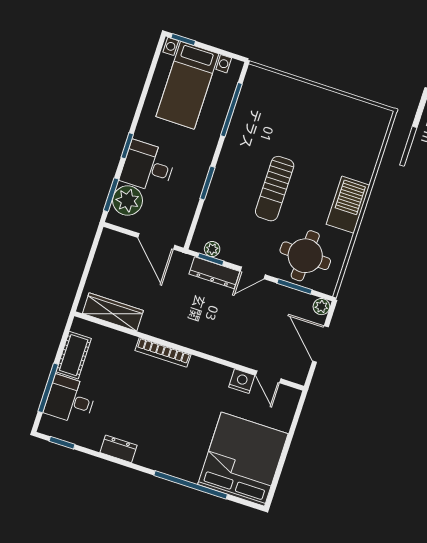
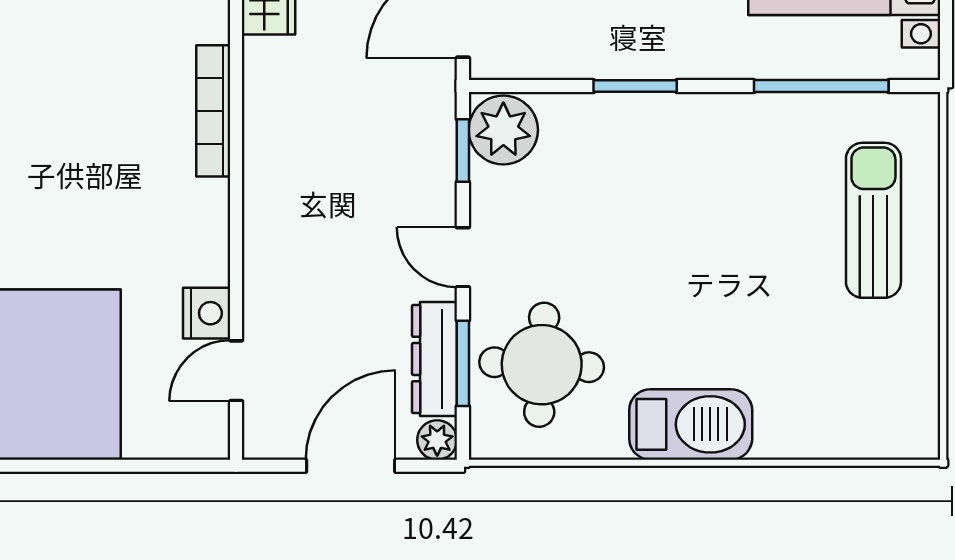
sun lounger: (275, 189) -> (873, 220), moved, turned 90
plant: (212, 249) -> (503, 130), width x1.87, depth x1.87
dresser: (214, 273) -> (435, 359), moved

